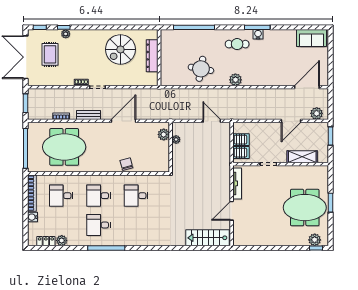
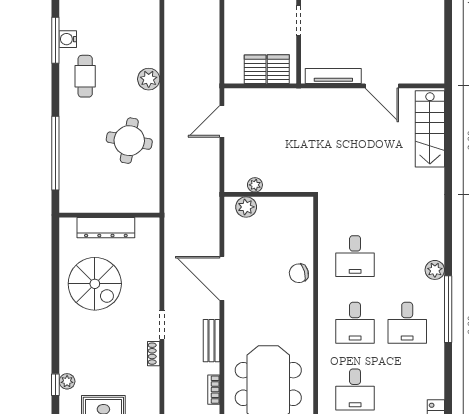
plant: (62, 241) -> (435, 270), moved

